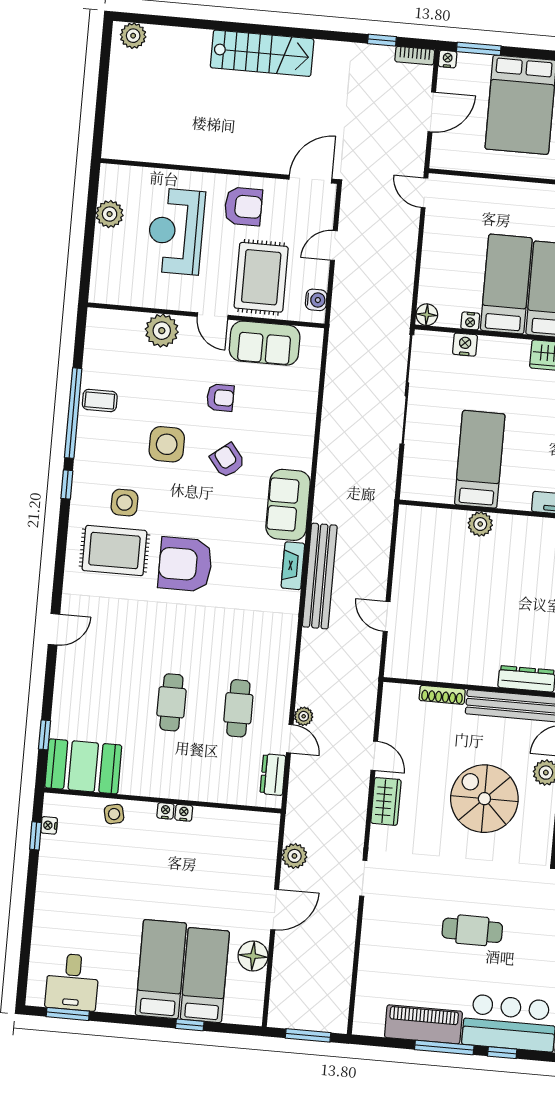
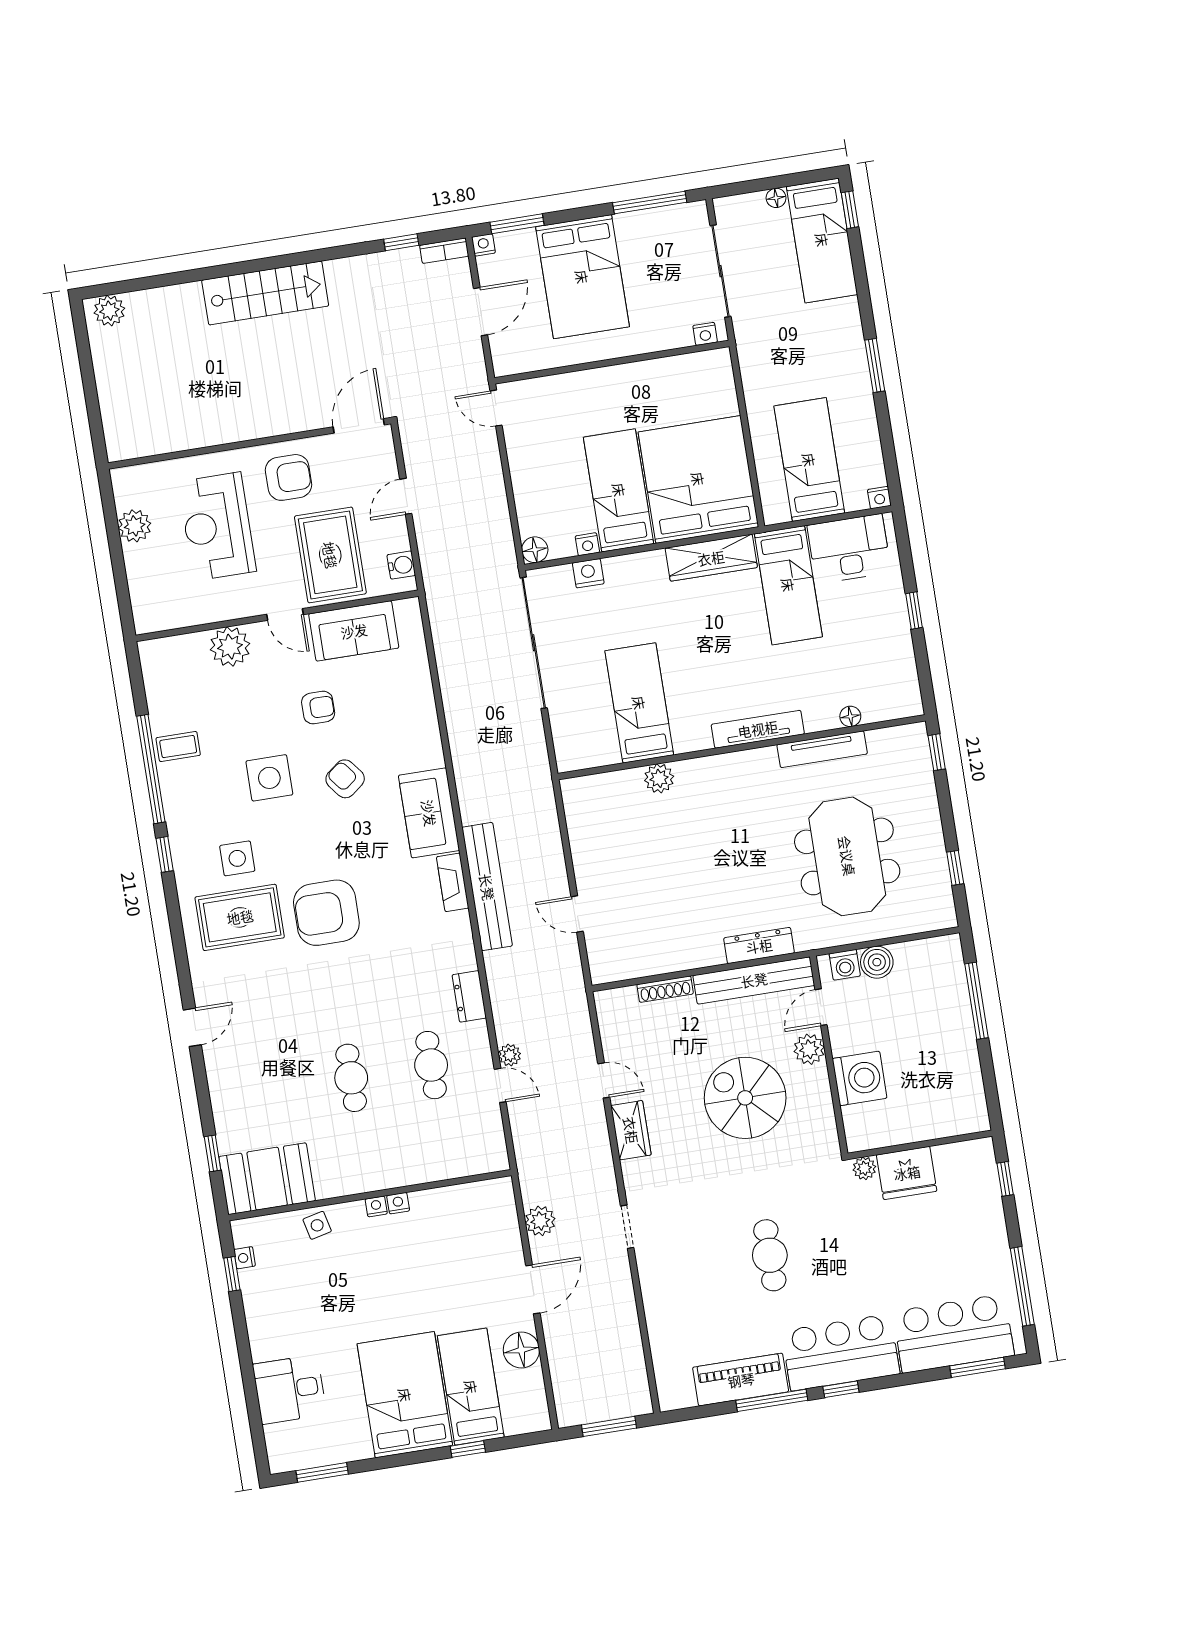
dresser: (273, 775) -> (469, 996), moved
cafe table: (472, 930) -> (770, 1255), turned 90
bed: (161, 969) -> (405, 1395), width x1.50
desk: (72, 982) -> (290, 1389), moved, turned 90

